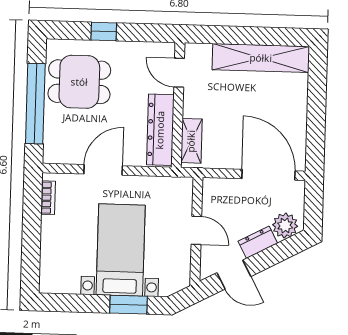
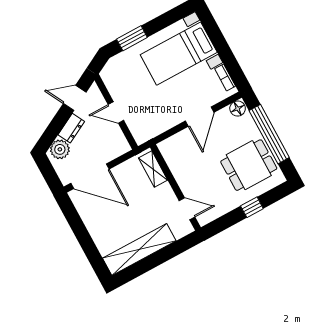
dresser: (160, 130) -> (178, 165), removed
floor lamp: (55, 154) -> (238, 109), added
bed with nightstands: (121, 250) -> (179, 54), moved, turned 90

